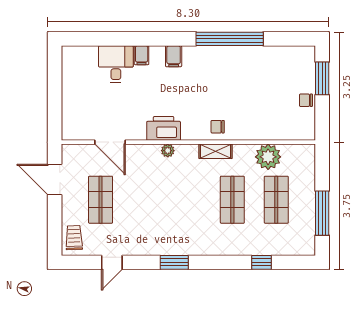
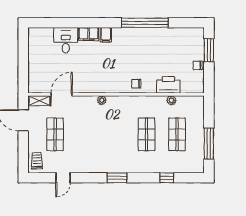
filing cabinet: (142, 55) -> (89, 34), width x2.00
printer: (164, 128) -> (168, 85), moved
door: (110, 142) -> (62, 94), swing flipped
shelving: (216, 151) -> (39, 101), moved
plant: (268, 157) -> (171, 100), width x0.53, depth x0.53
window: (174, 262) -> (117, 178), moved

